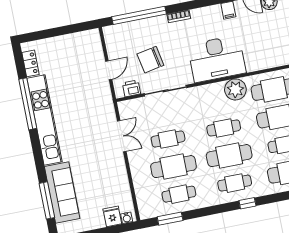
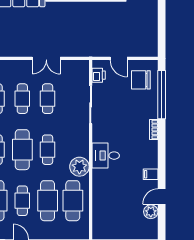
desk: (217, 59) -> (106, 156), width x0.53, depth x0.77
chair: (150, 60) -> (141, 80), moved, turned -79
double door: (122, 136) -> (46, 58), moved
cafe table: (173, 167) -> (22, 99), width x0.73, depth x0.74

